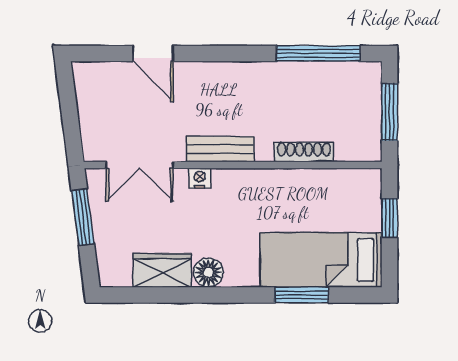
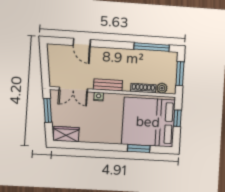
plant: (348, 149) -> (162, 88), added
bed: (321, 260) -> (148, 122), width x2.04
wardrobe: (162, 270) -> (66, 134), moved
floor lamp: (208, 273) -> (100, 137), removed

